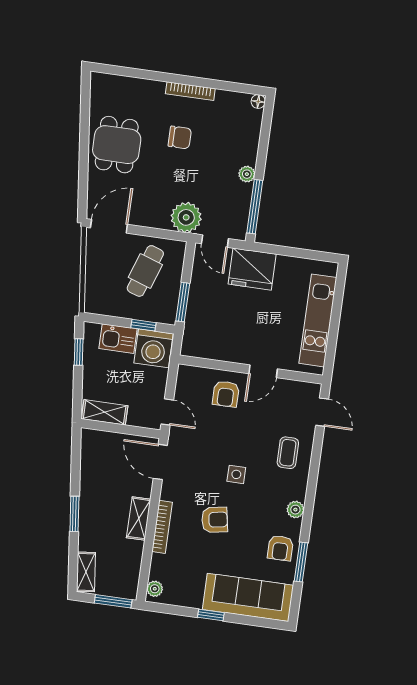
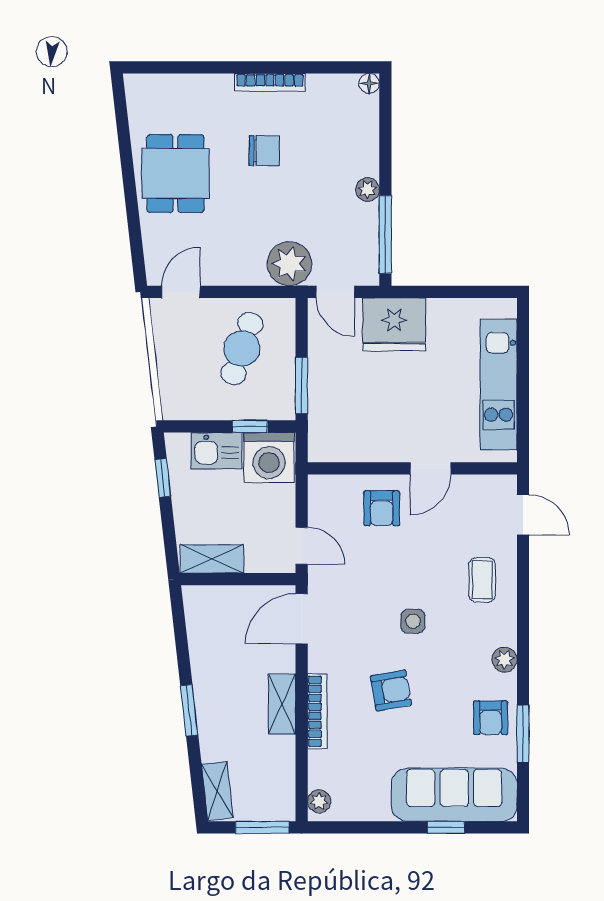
door: (109, 226) -> (181, 292), width x0.73
door: (160, 462) -> (302, 619), hinge flipped
window: (211, 615) -> (446, 827), moved

